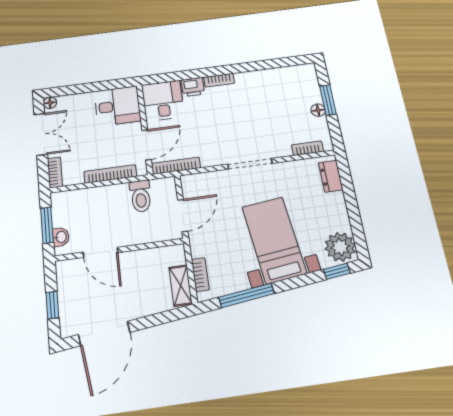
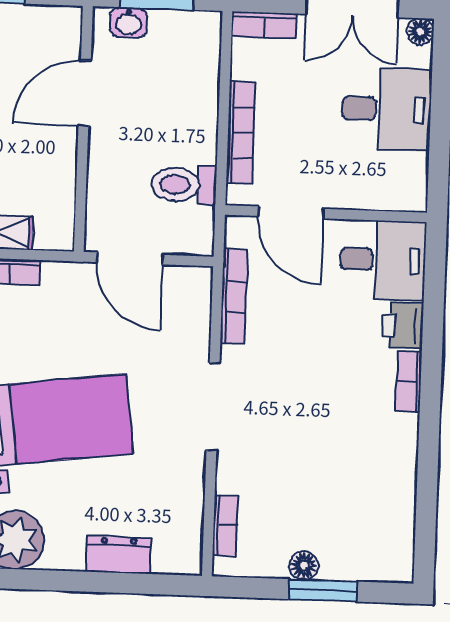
desk: (117, 106) -> (386, 109), moved, turned -90
bookcase: (176, 166) -> (234, 296), moved
dresser: (331, 176) -> (119, 555), moved

